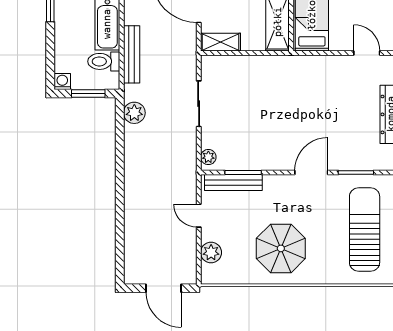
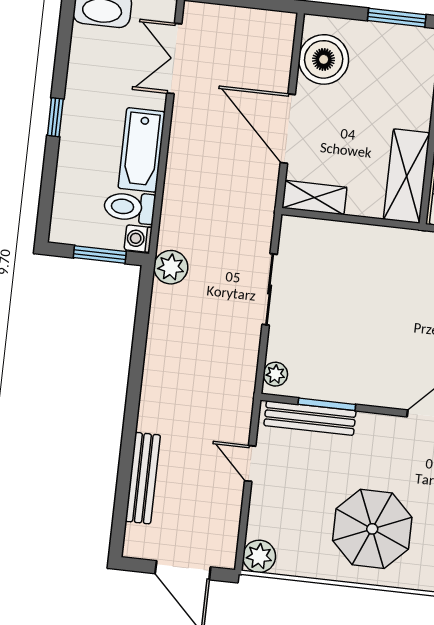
bench: (132, 54) -> (143, 478), moved
washing machine: (62, 82) -> (138, 239), moved, turned -90
plant: (134, 113) -> (171, 267), moved
plant: (211, 252) -> (259, 556), moved

